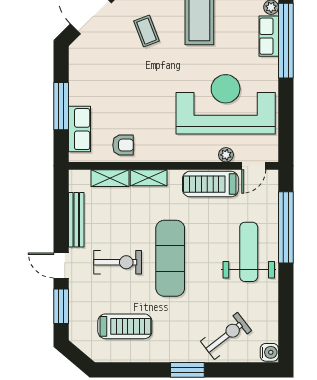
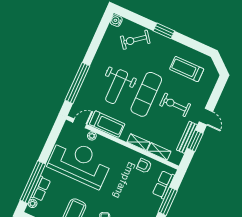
reception desk: (226, 104) -> (80, 163), turned 180
weight bench: (249, 252) -> (117, 87), moved
window: (61, 306) -> (195, 141), moved

